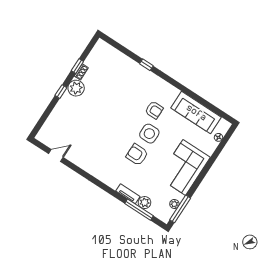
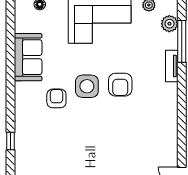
sofa: (196, 113) -> (28, 57), width x0.73
plant: (144, 203) -> (169, 24), moved

